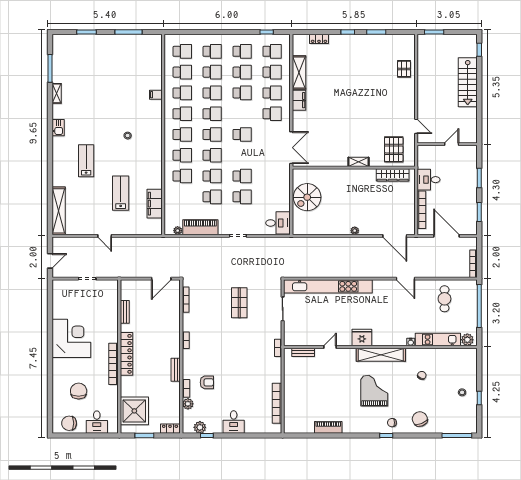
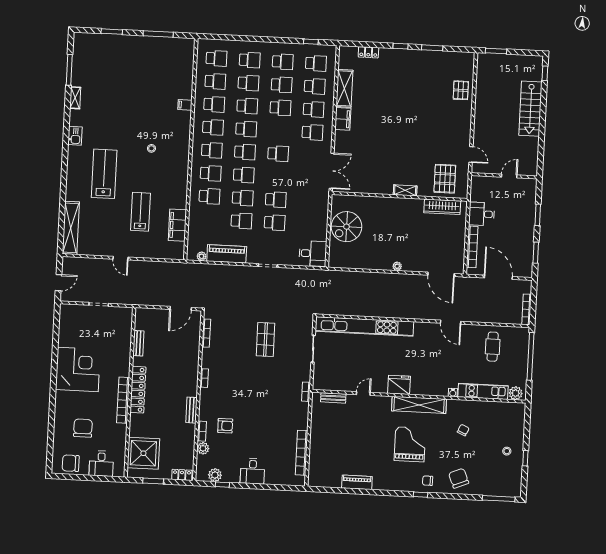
lab bench: (86, 161) -> (104, 174), width x1.36, depth x1.39

